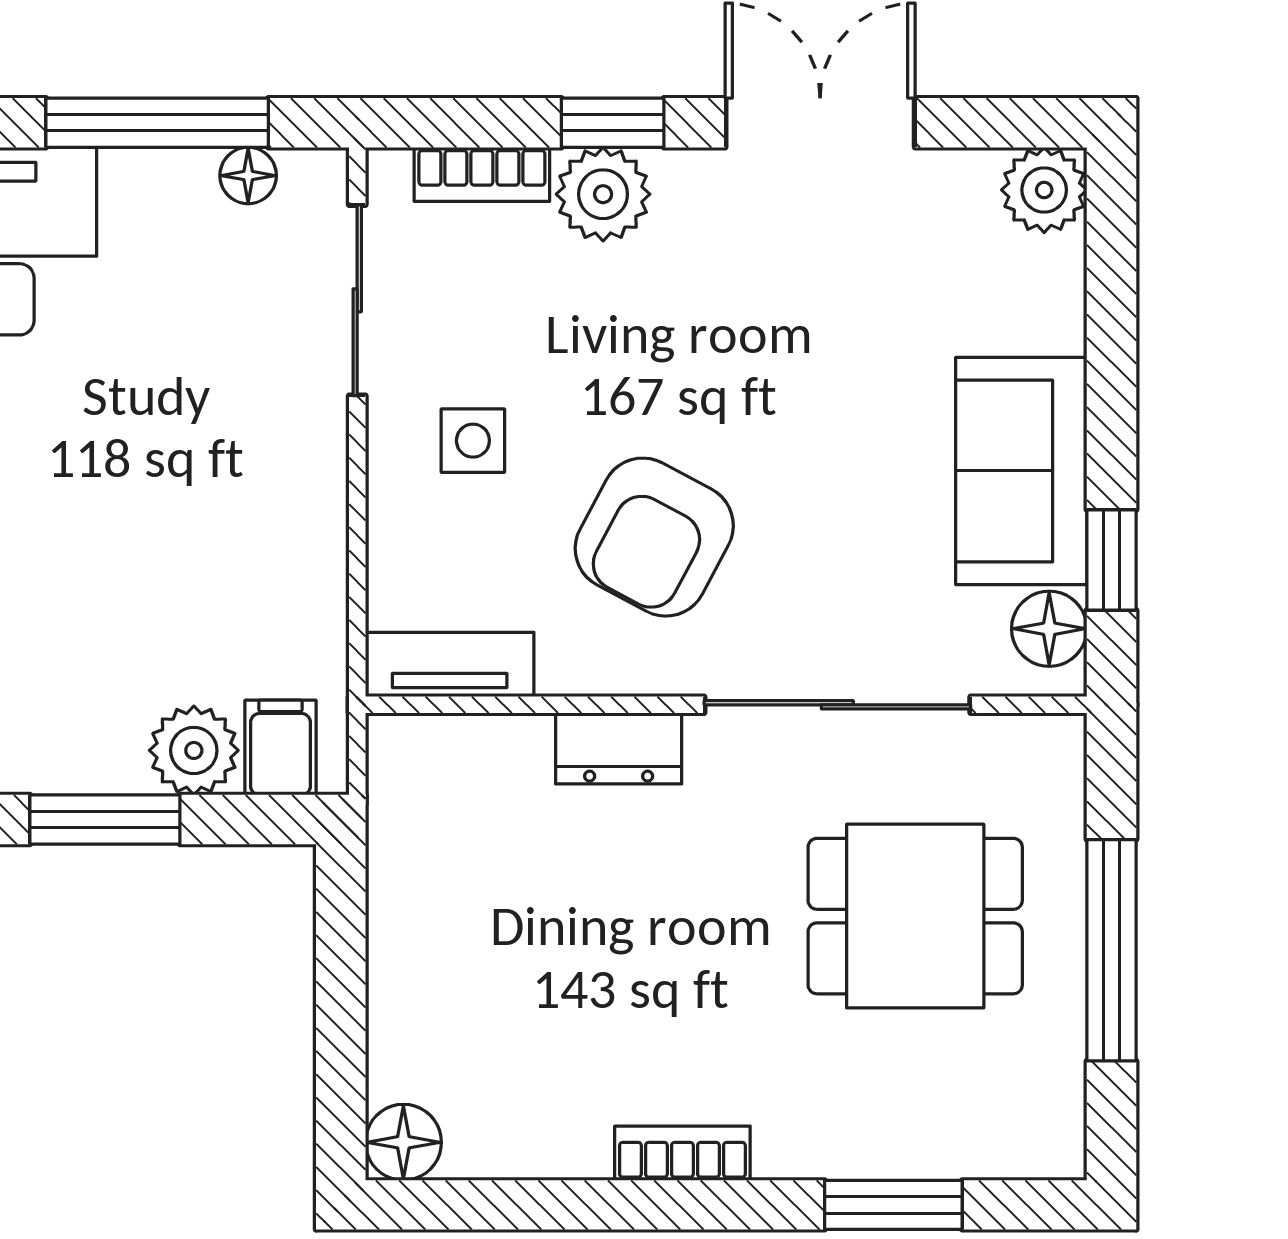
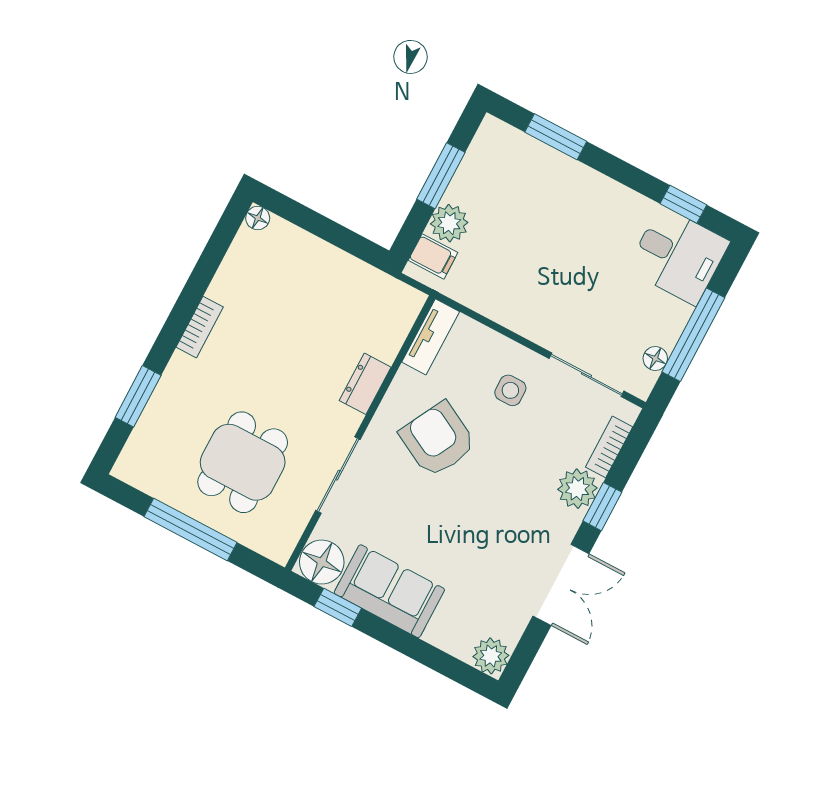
floor lamp: (1049, 629) -> (322, 562), width x1.38, depth x1.38
sliding door: (837, 705) -> (338, 475), width x0.73
floor lamp: (403, 1142) -> (258, 218), width x0.73, depth x0.73

